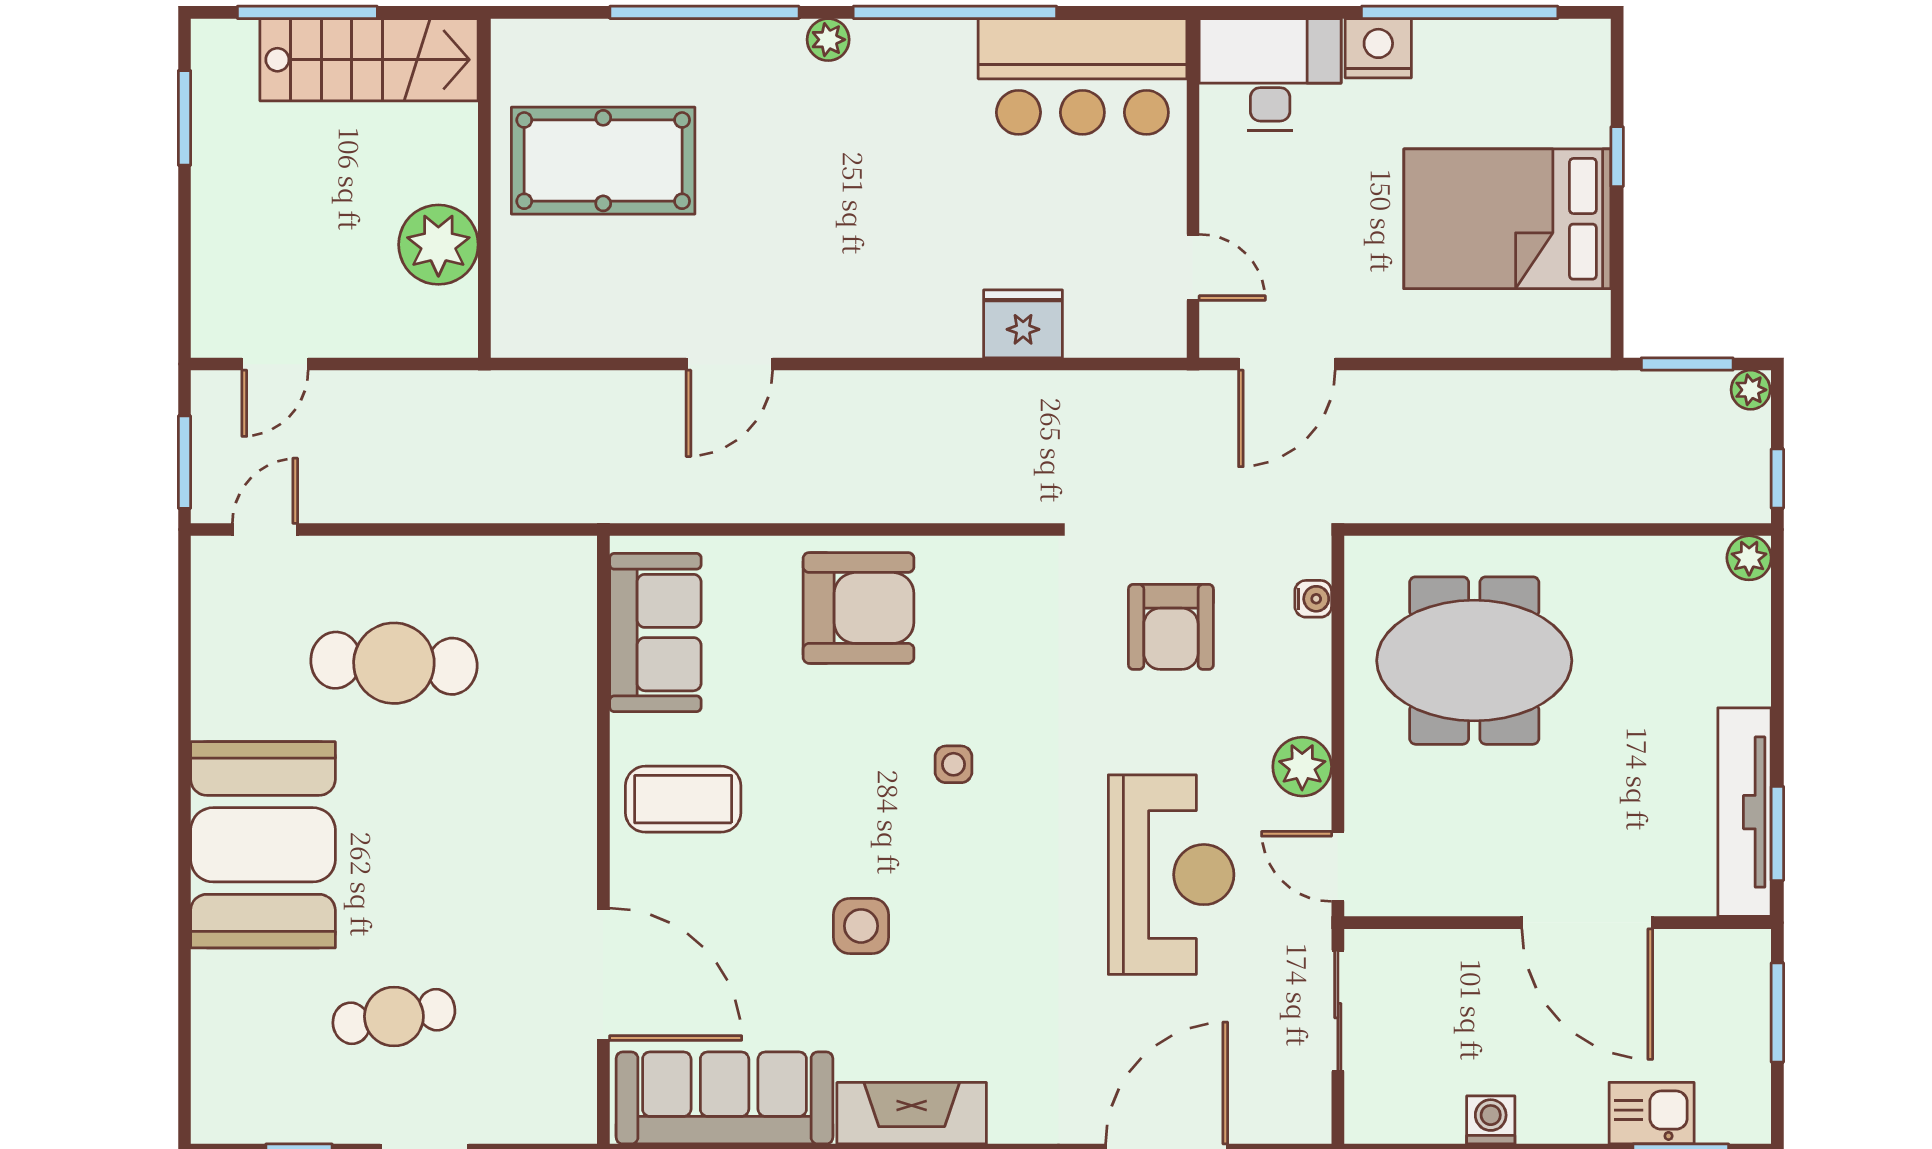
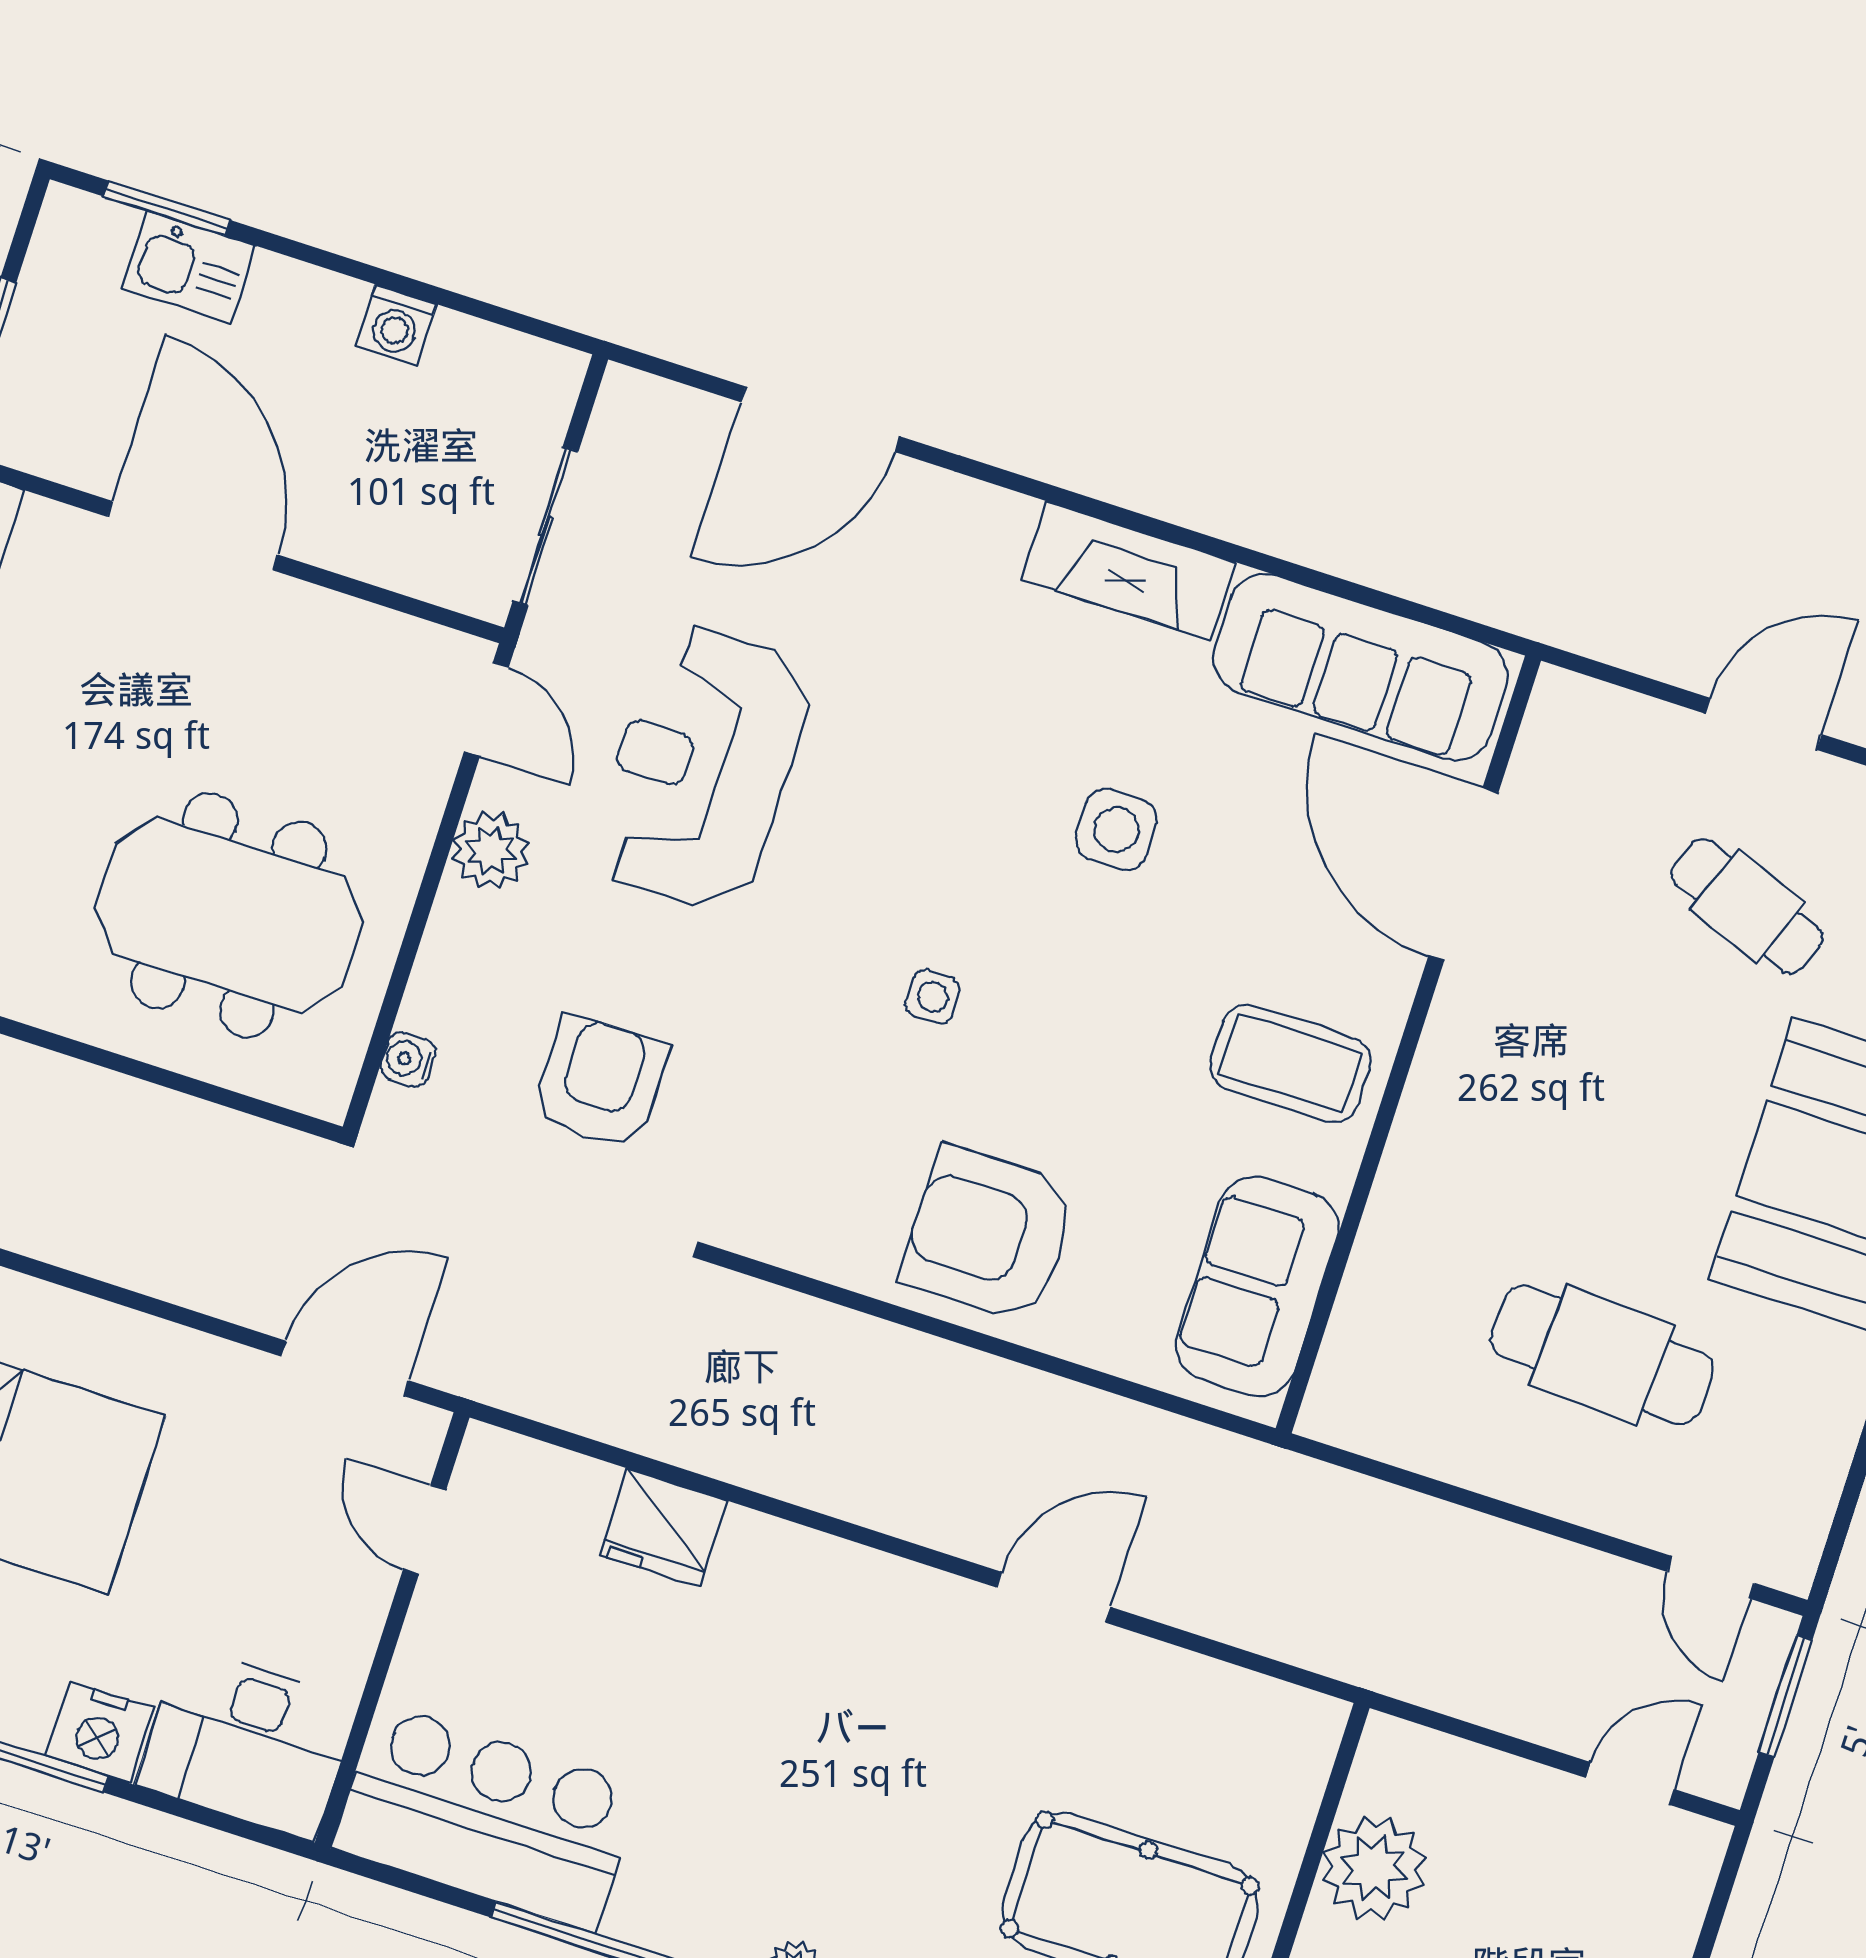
door: (265, 530) -> (1711, 1577), hinge flipped
cafe table: (394, 1016) -> (1747, 906), turned 30

